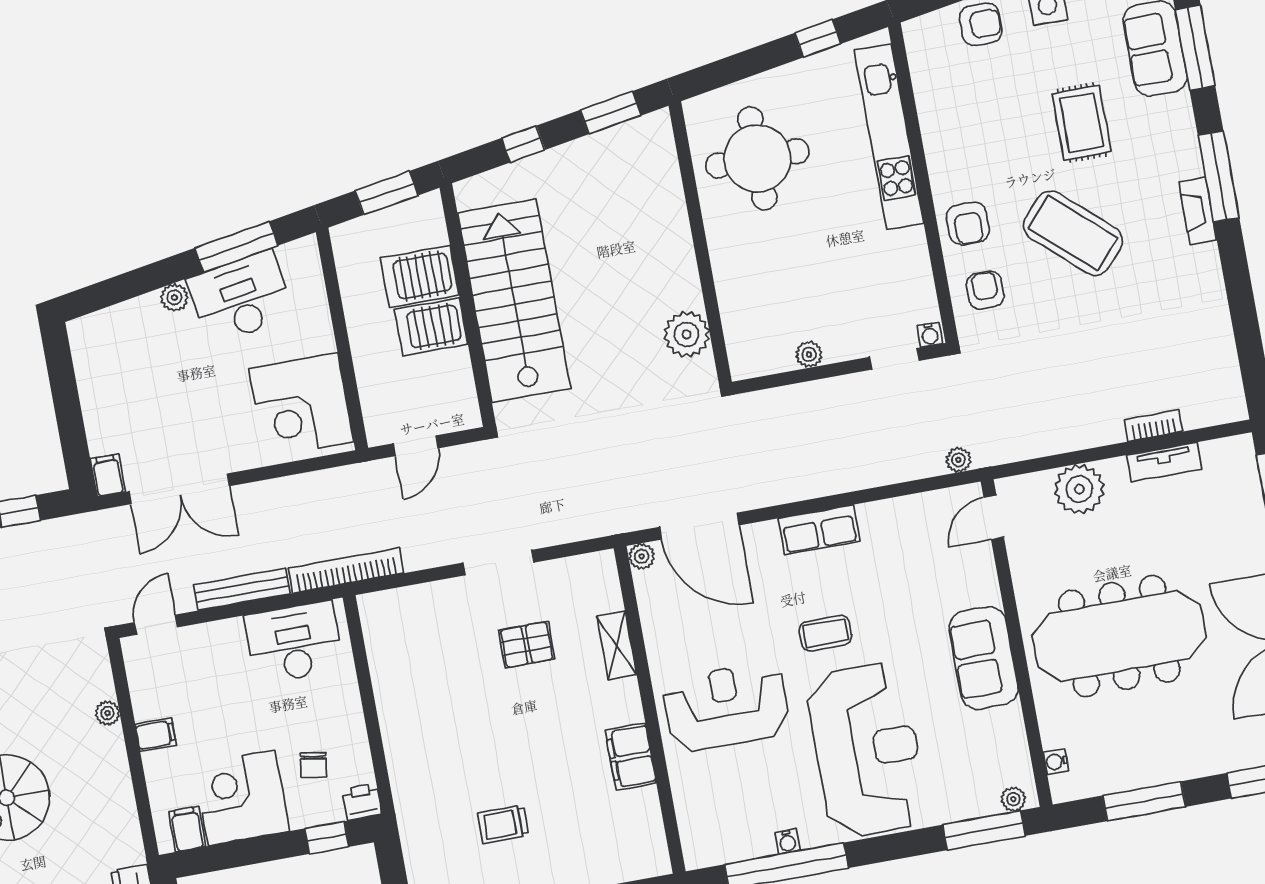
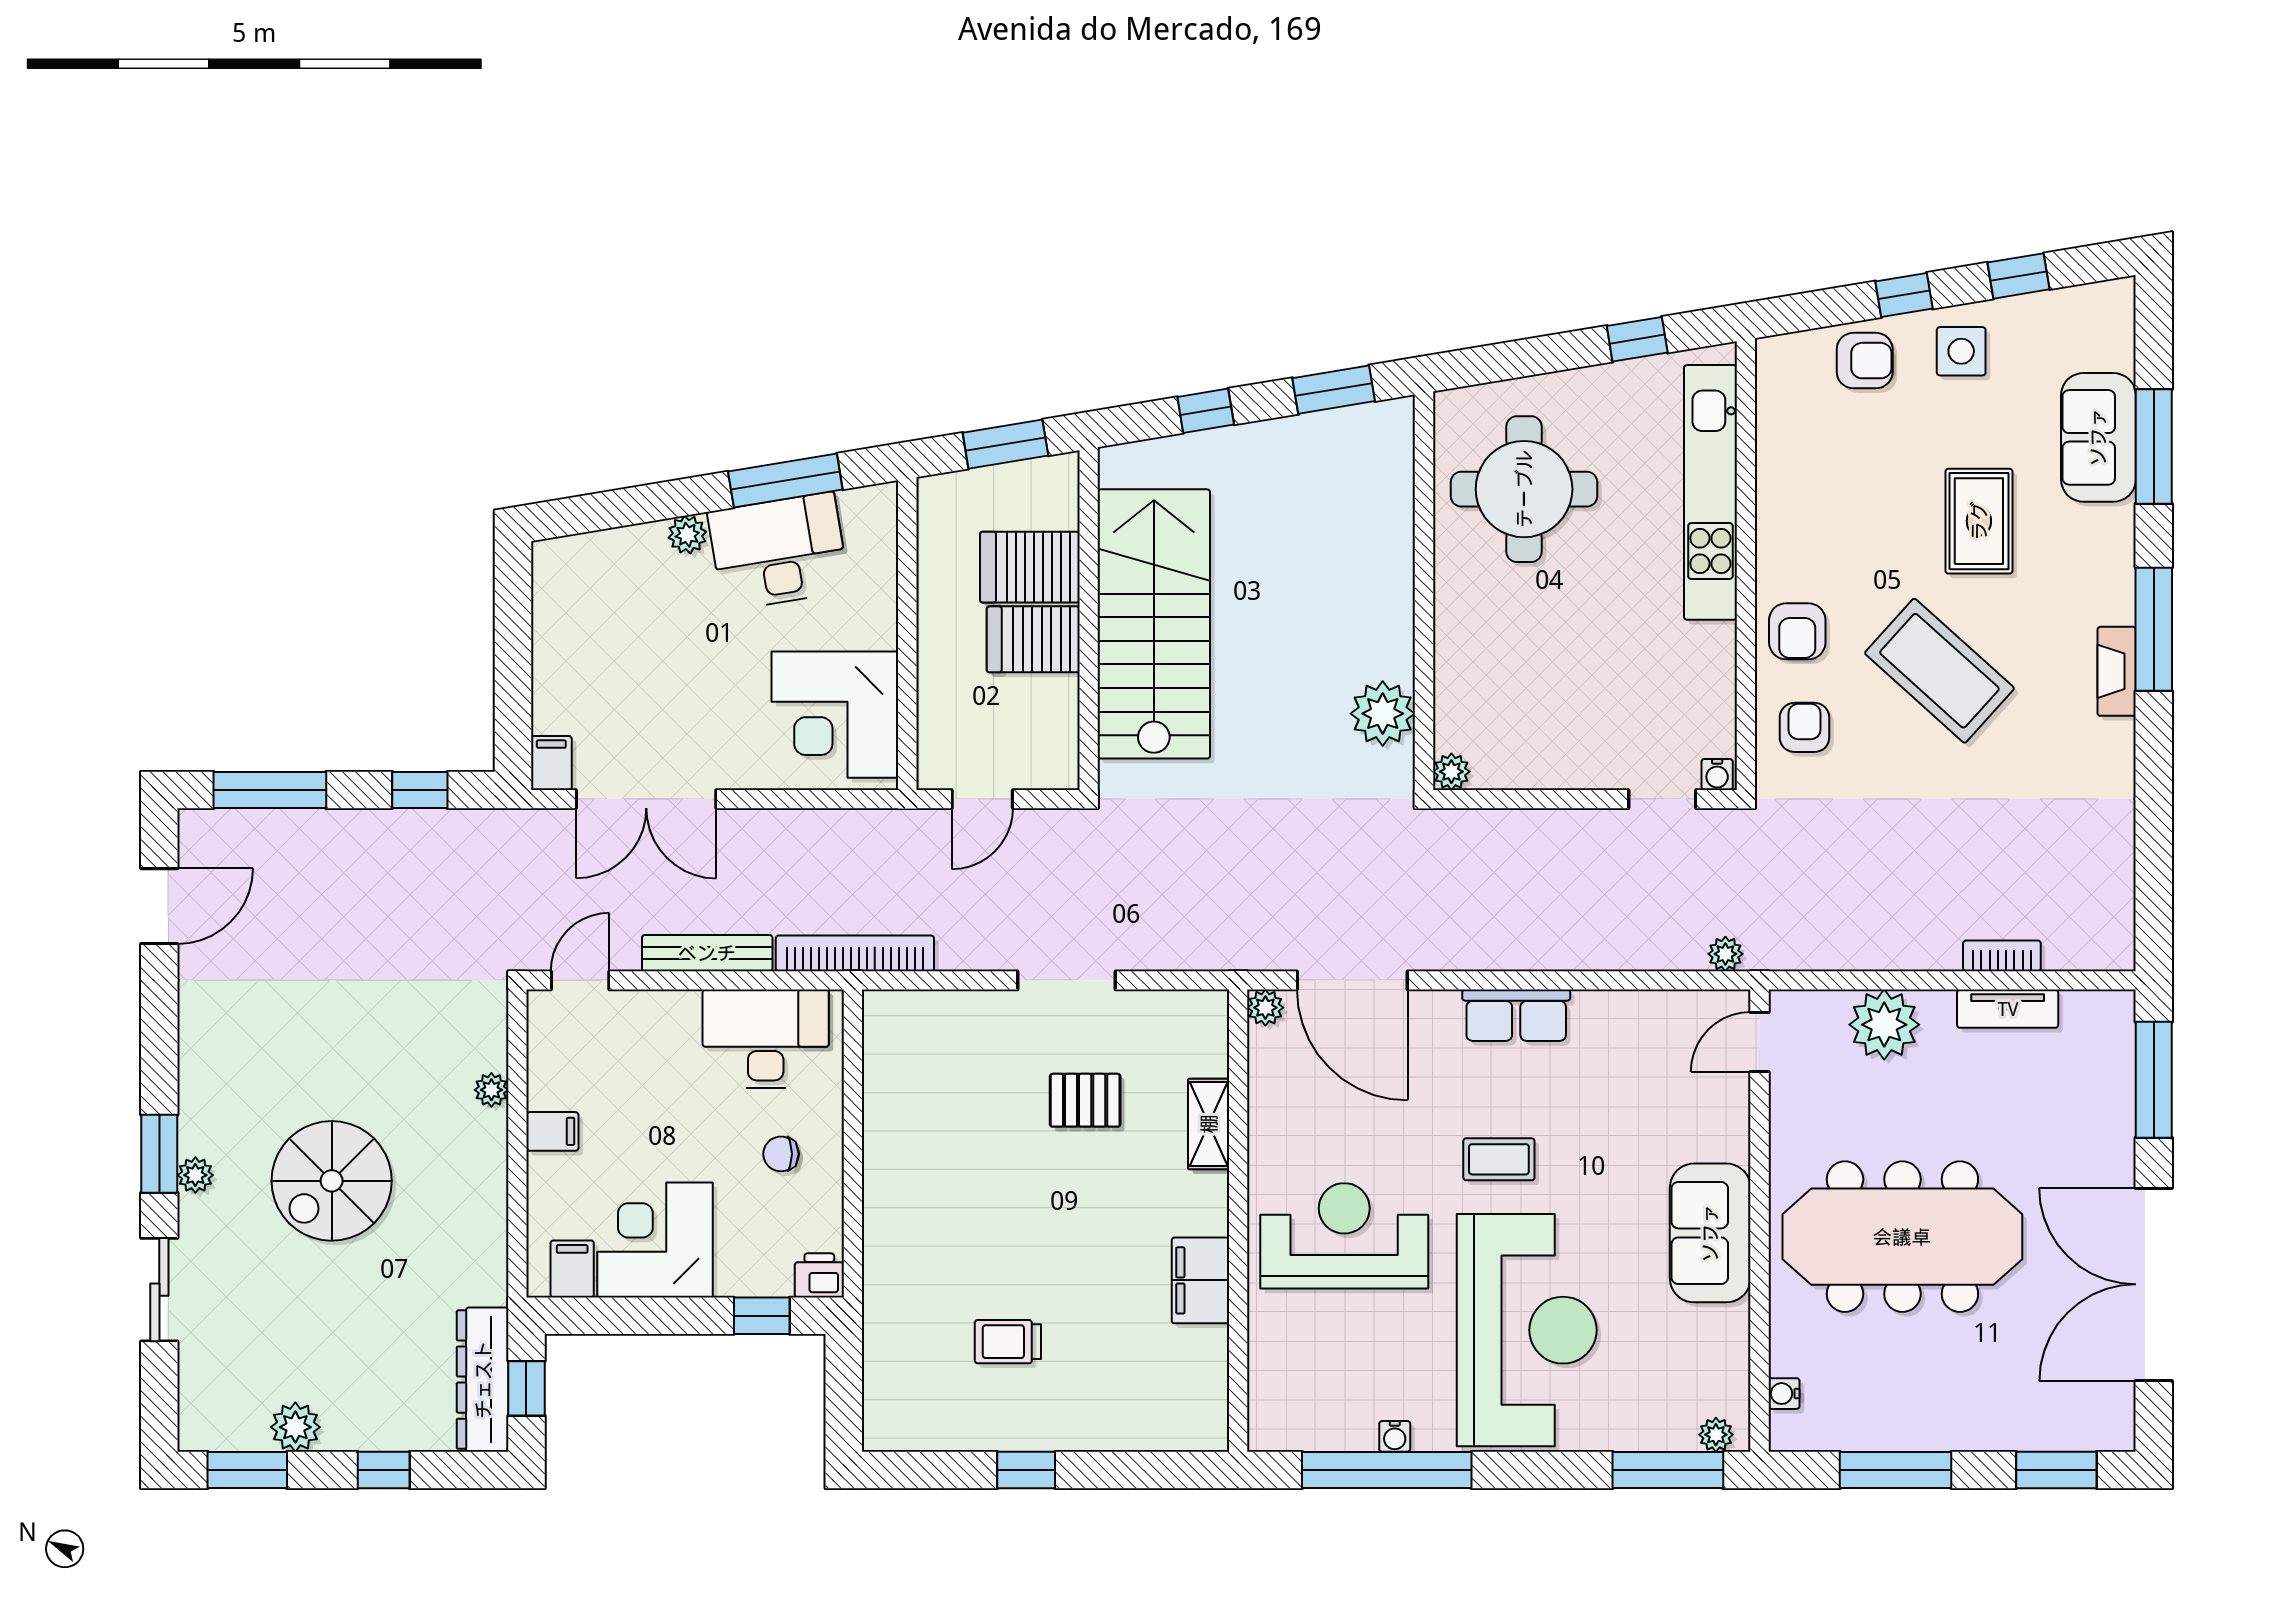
plant: (809, 354) -> (1451, 772), moved
chair: (314, 765) -> (781, 1154), moved, turned 81

